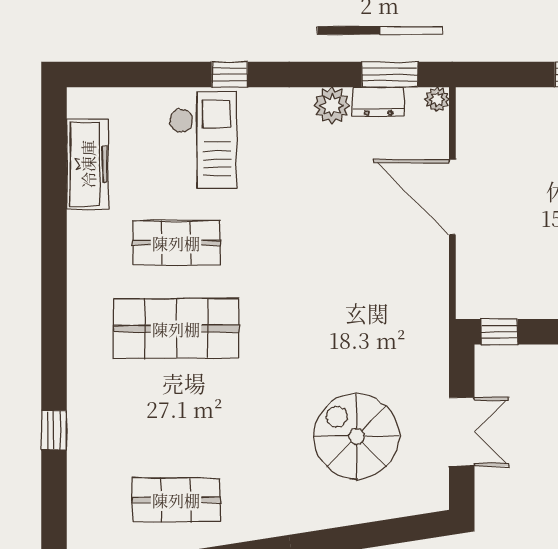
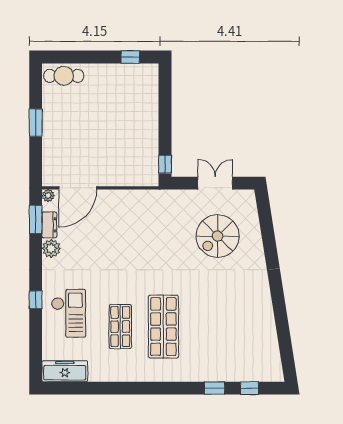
checkout: (203, 140) -> (69, 313), turned 90
freezer: (88, 164) -> (65, 371), moved
door: (452, 197) -> (78, 188), moved
window: (54, 500) -> (249, 388), added
shop shelf: (176, 500) -> (250, 327), removed

